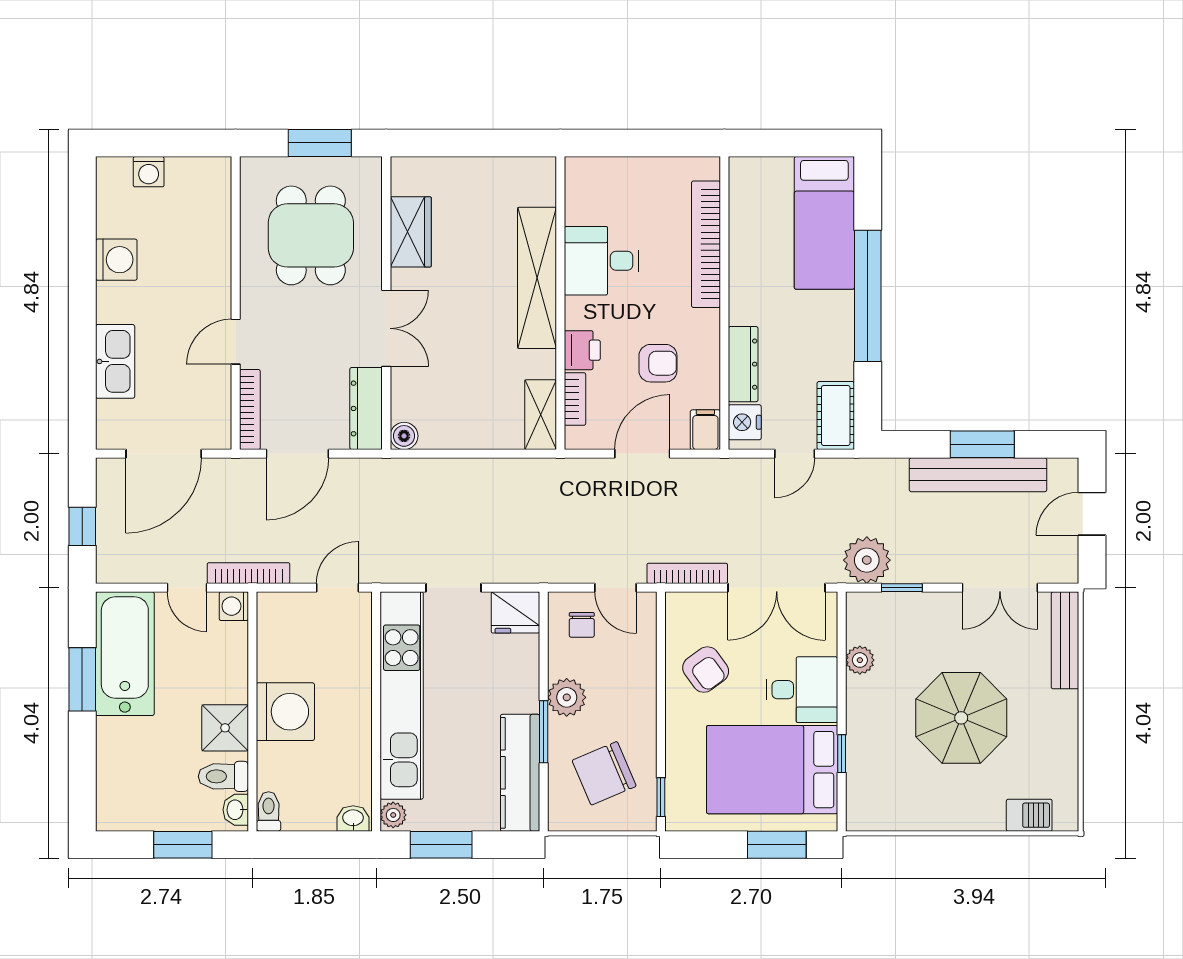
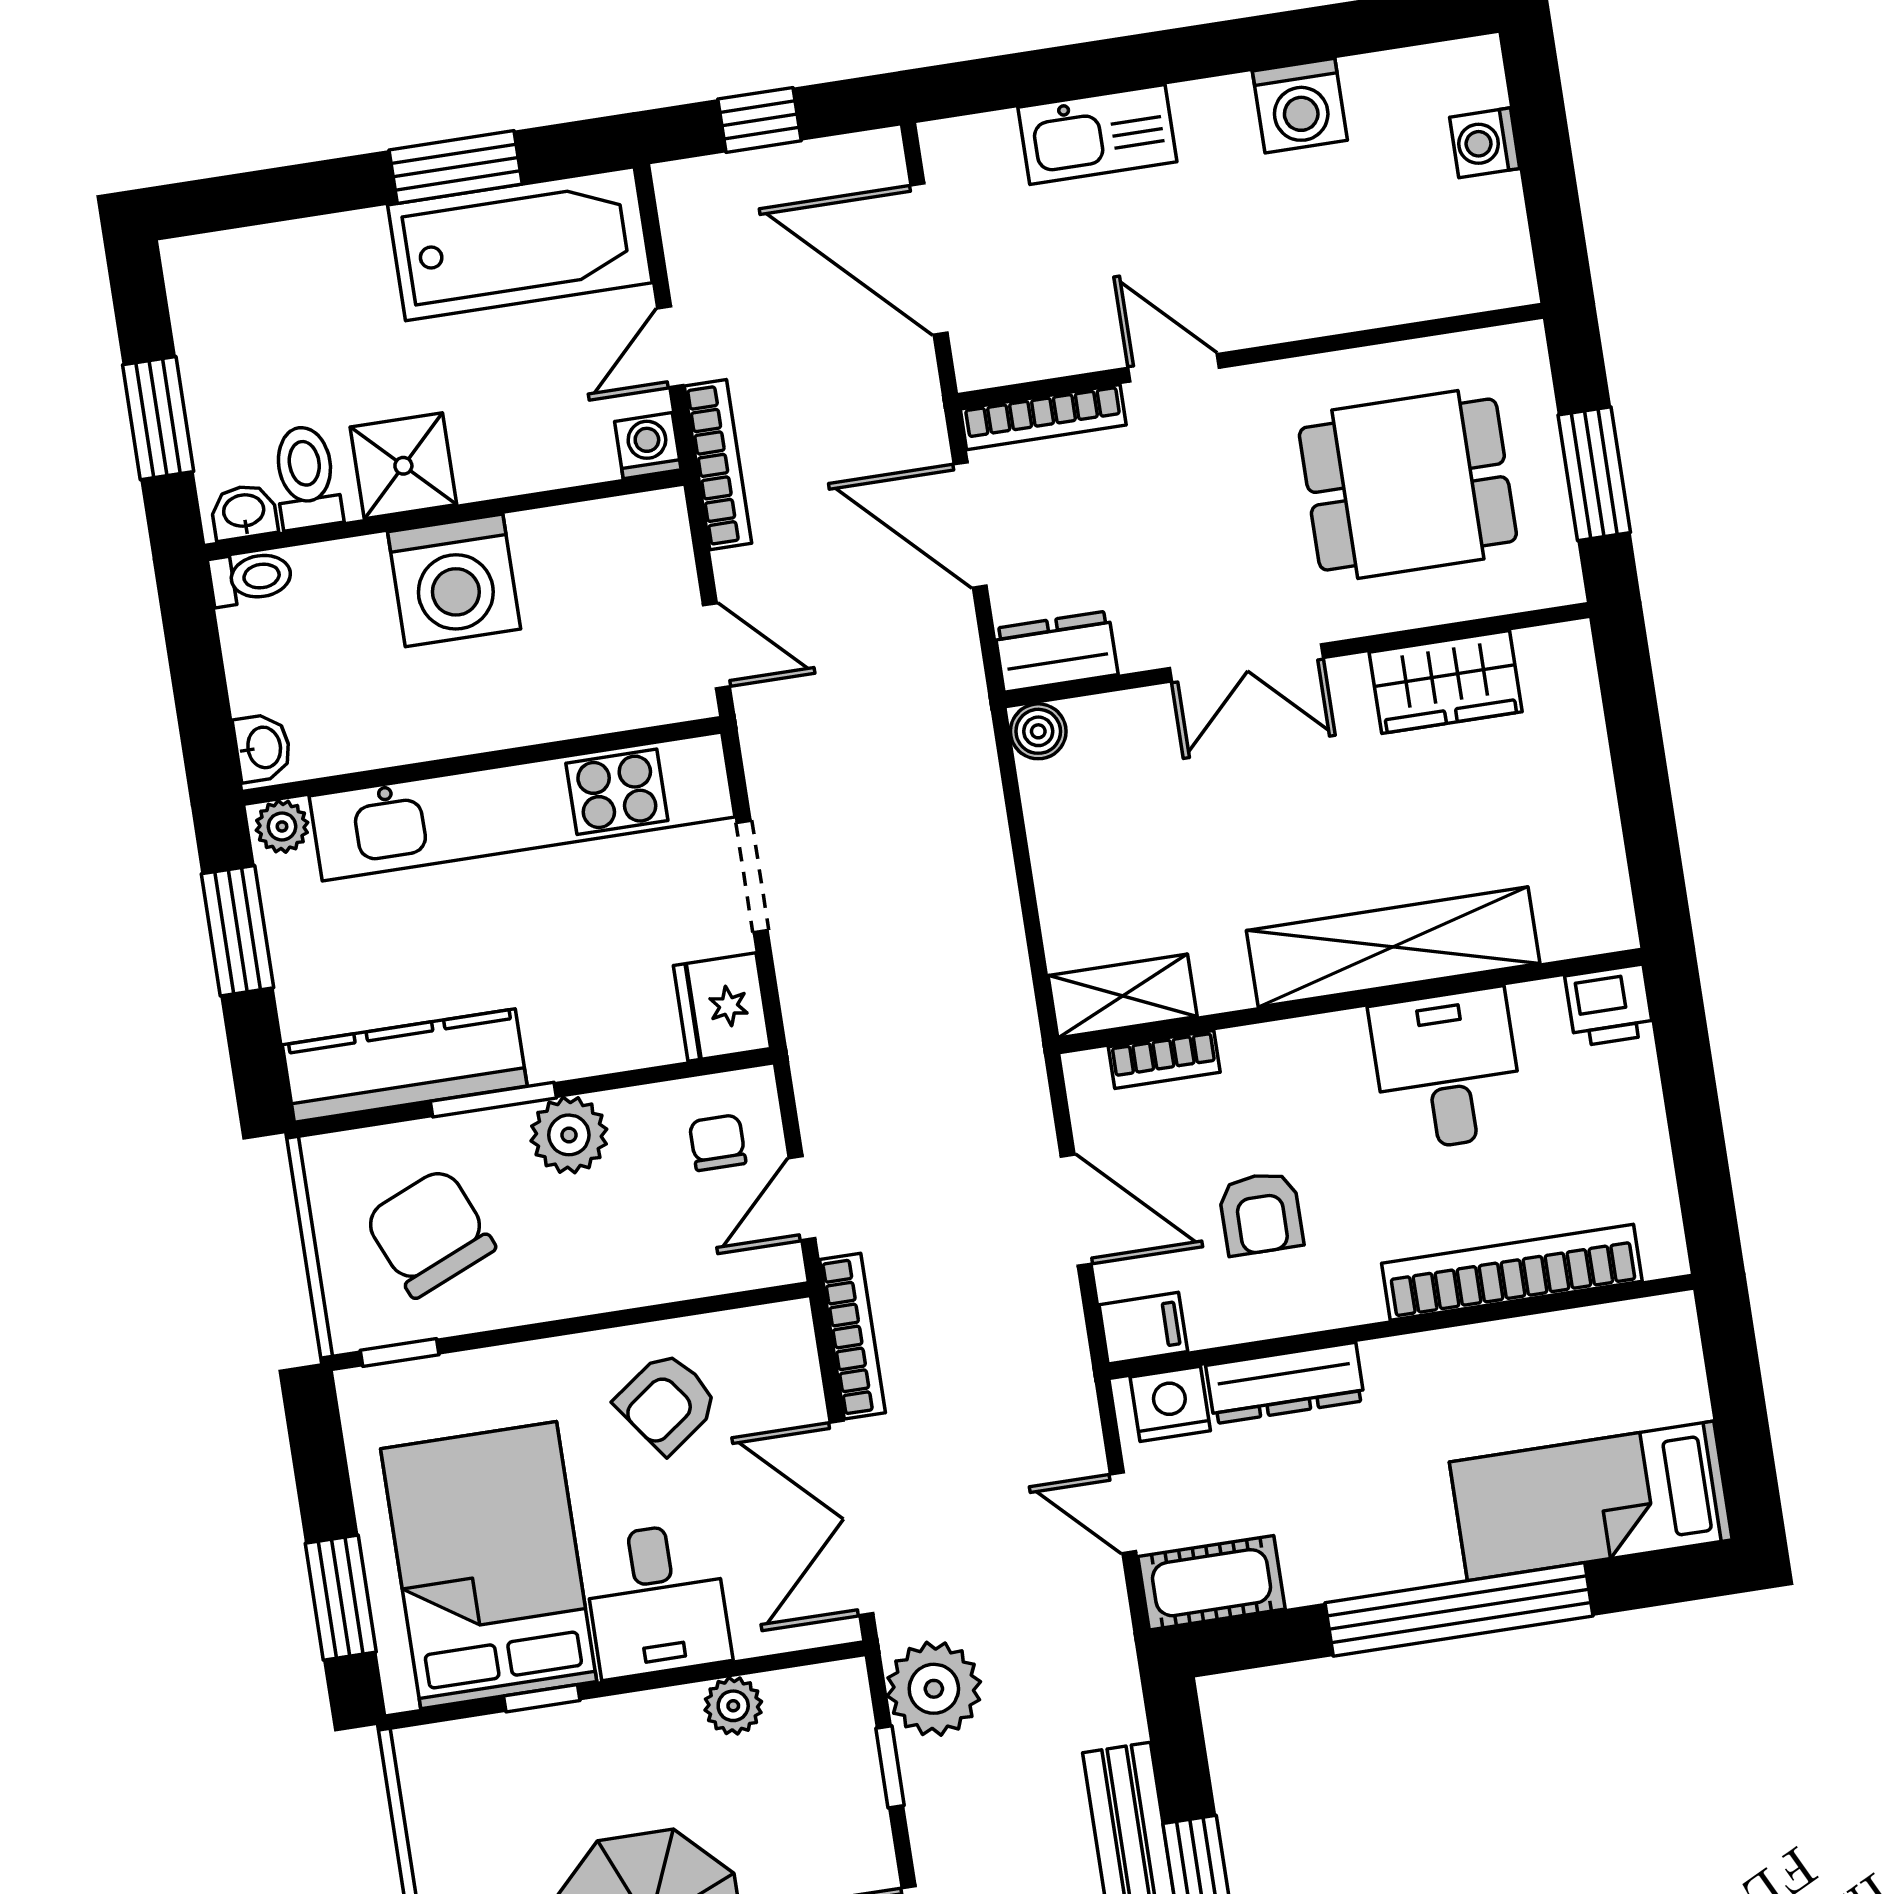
printer: (582, 350) -> (1609, 1005), moved
dresser: (366, 408) -> (1056, 651), width x0.70
chair: (582, 625) -> (718, 1143), turned 90

